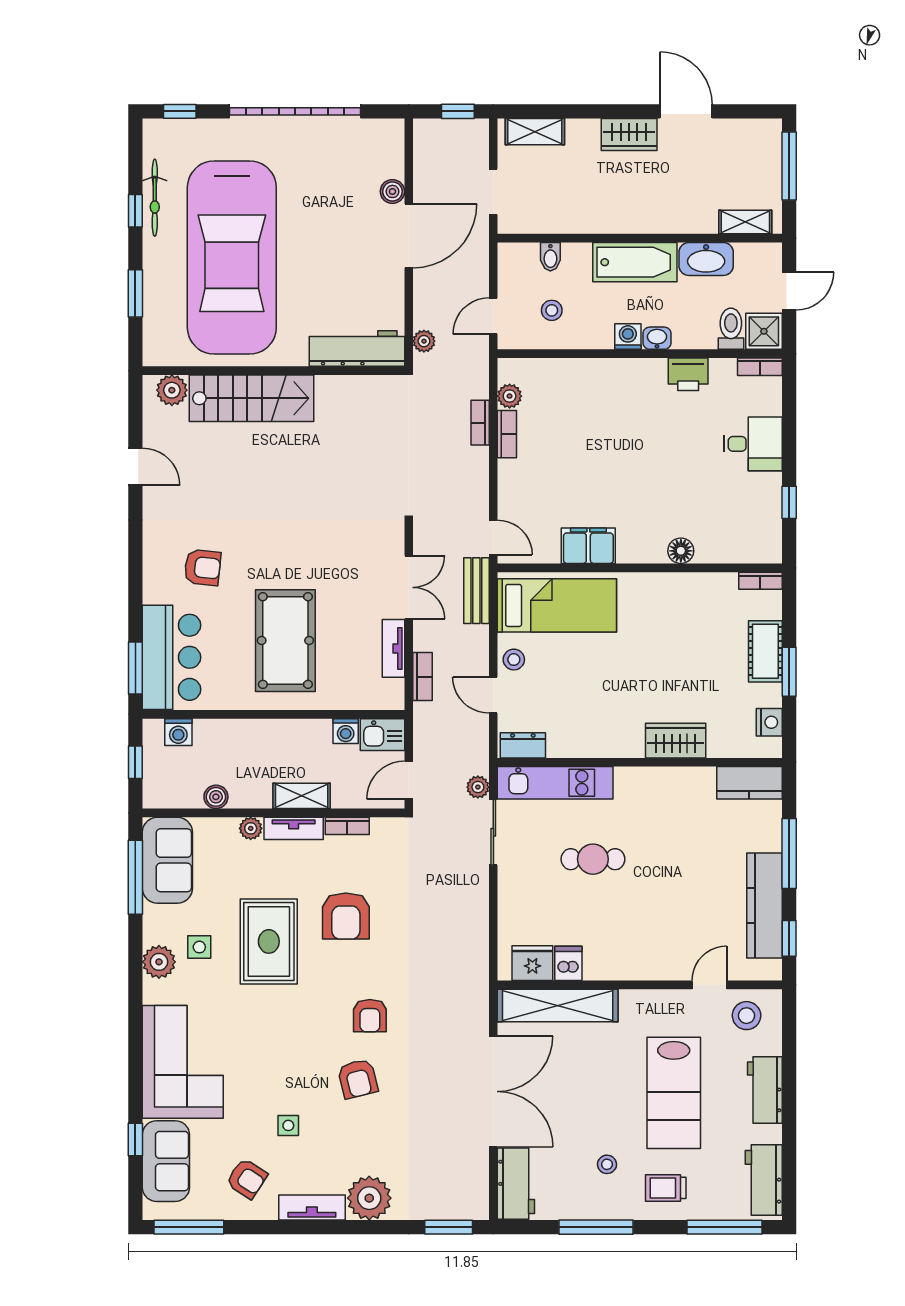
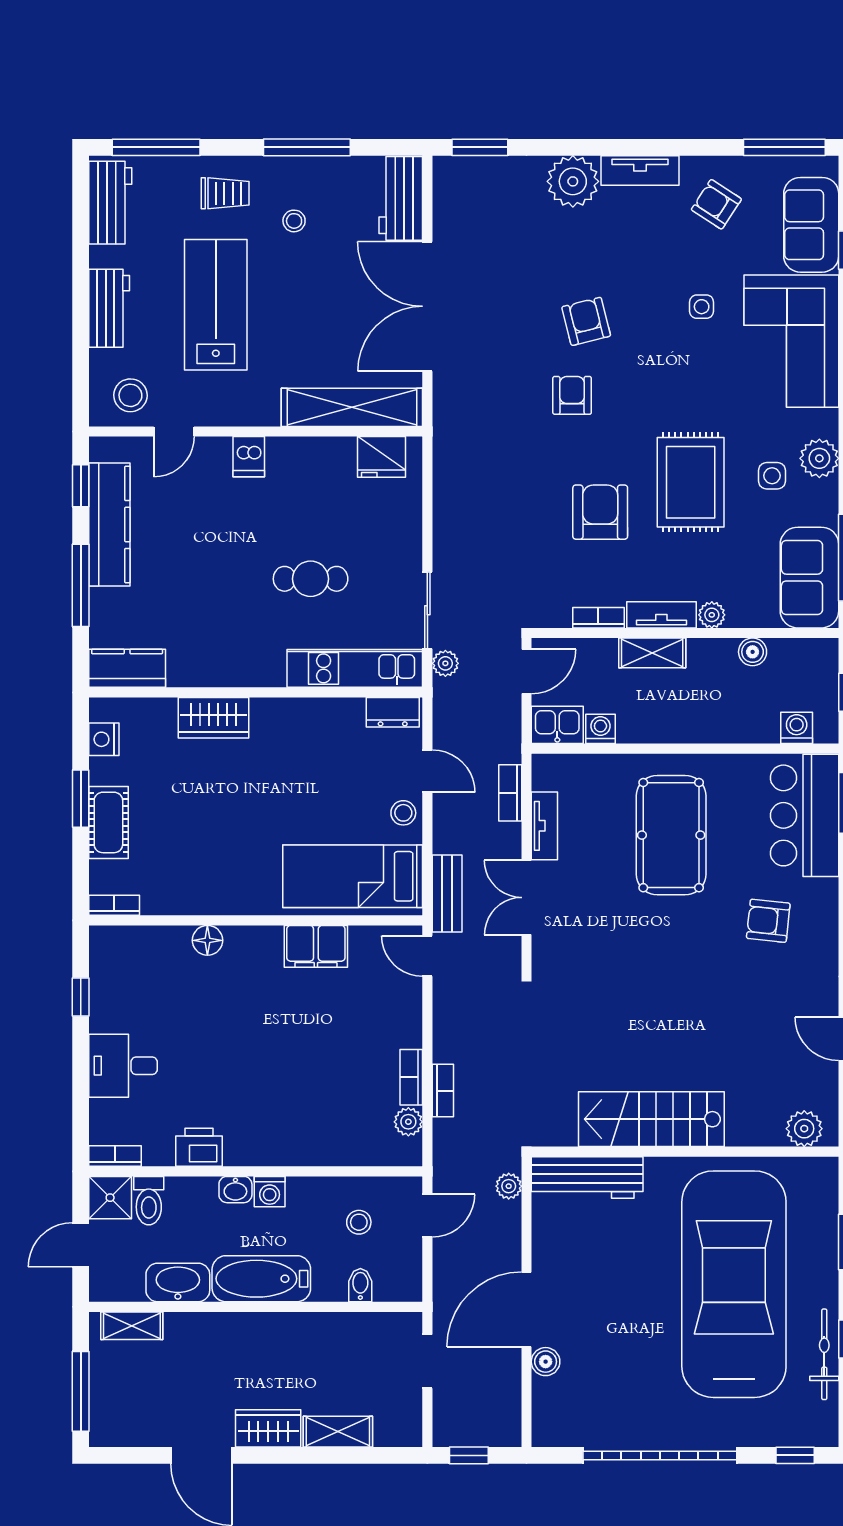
shelving: (535, 132) -> (338, 1432), moved
stairs: (252, 398) -> (651, 1119), moved
dishwasher: (568, 963) -> (249, 457), moved
side table: (288, 1125) -> (702, 307), moved

